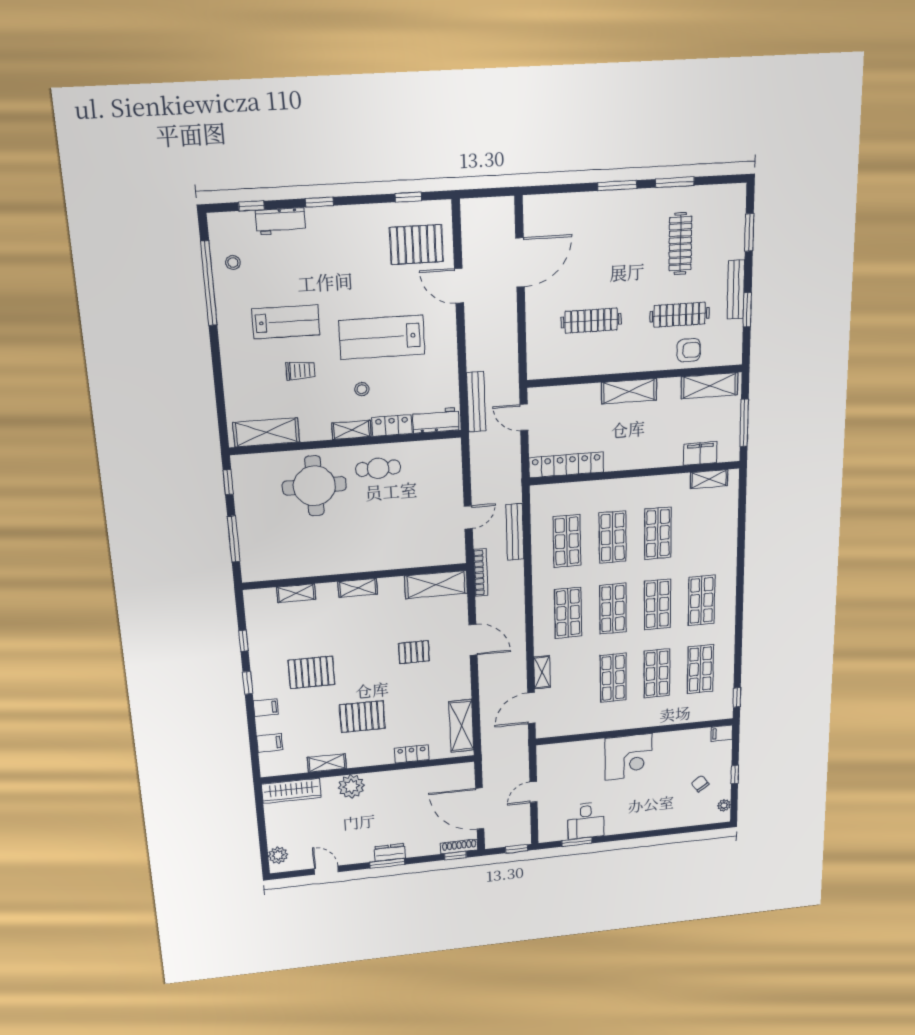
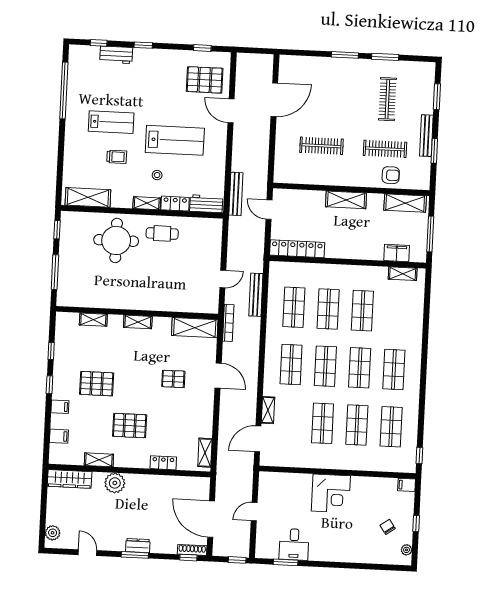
stool: (233, 262) -> (82, 78), removed
lab bench: (382, 337) -> (175, 140), turned 180
shelving: (461, 726) -> (205, 453), width x0.67, depth x0.75

